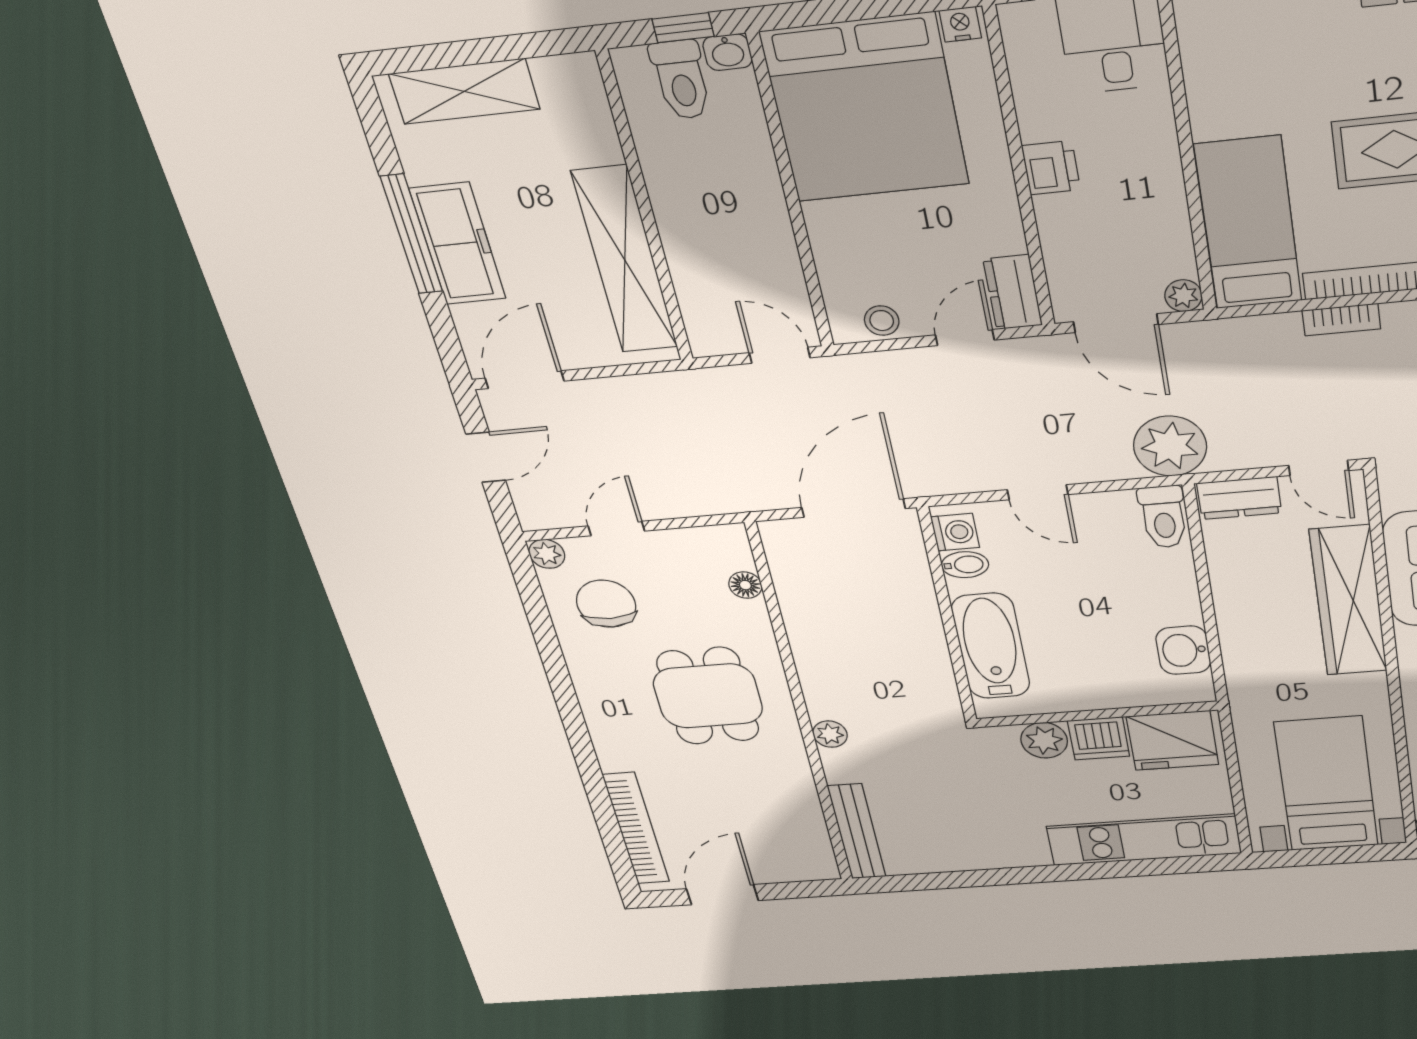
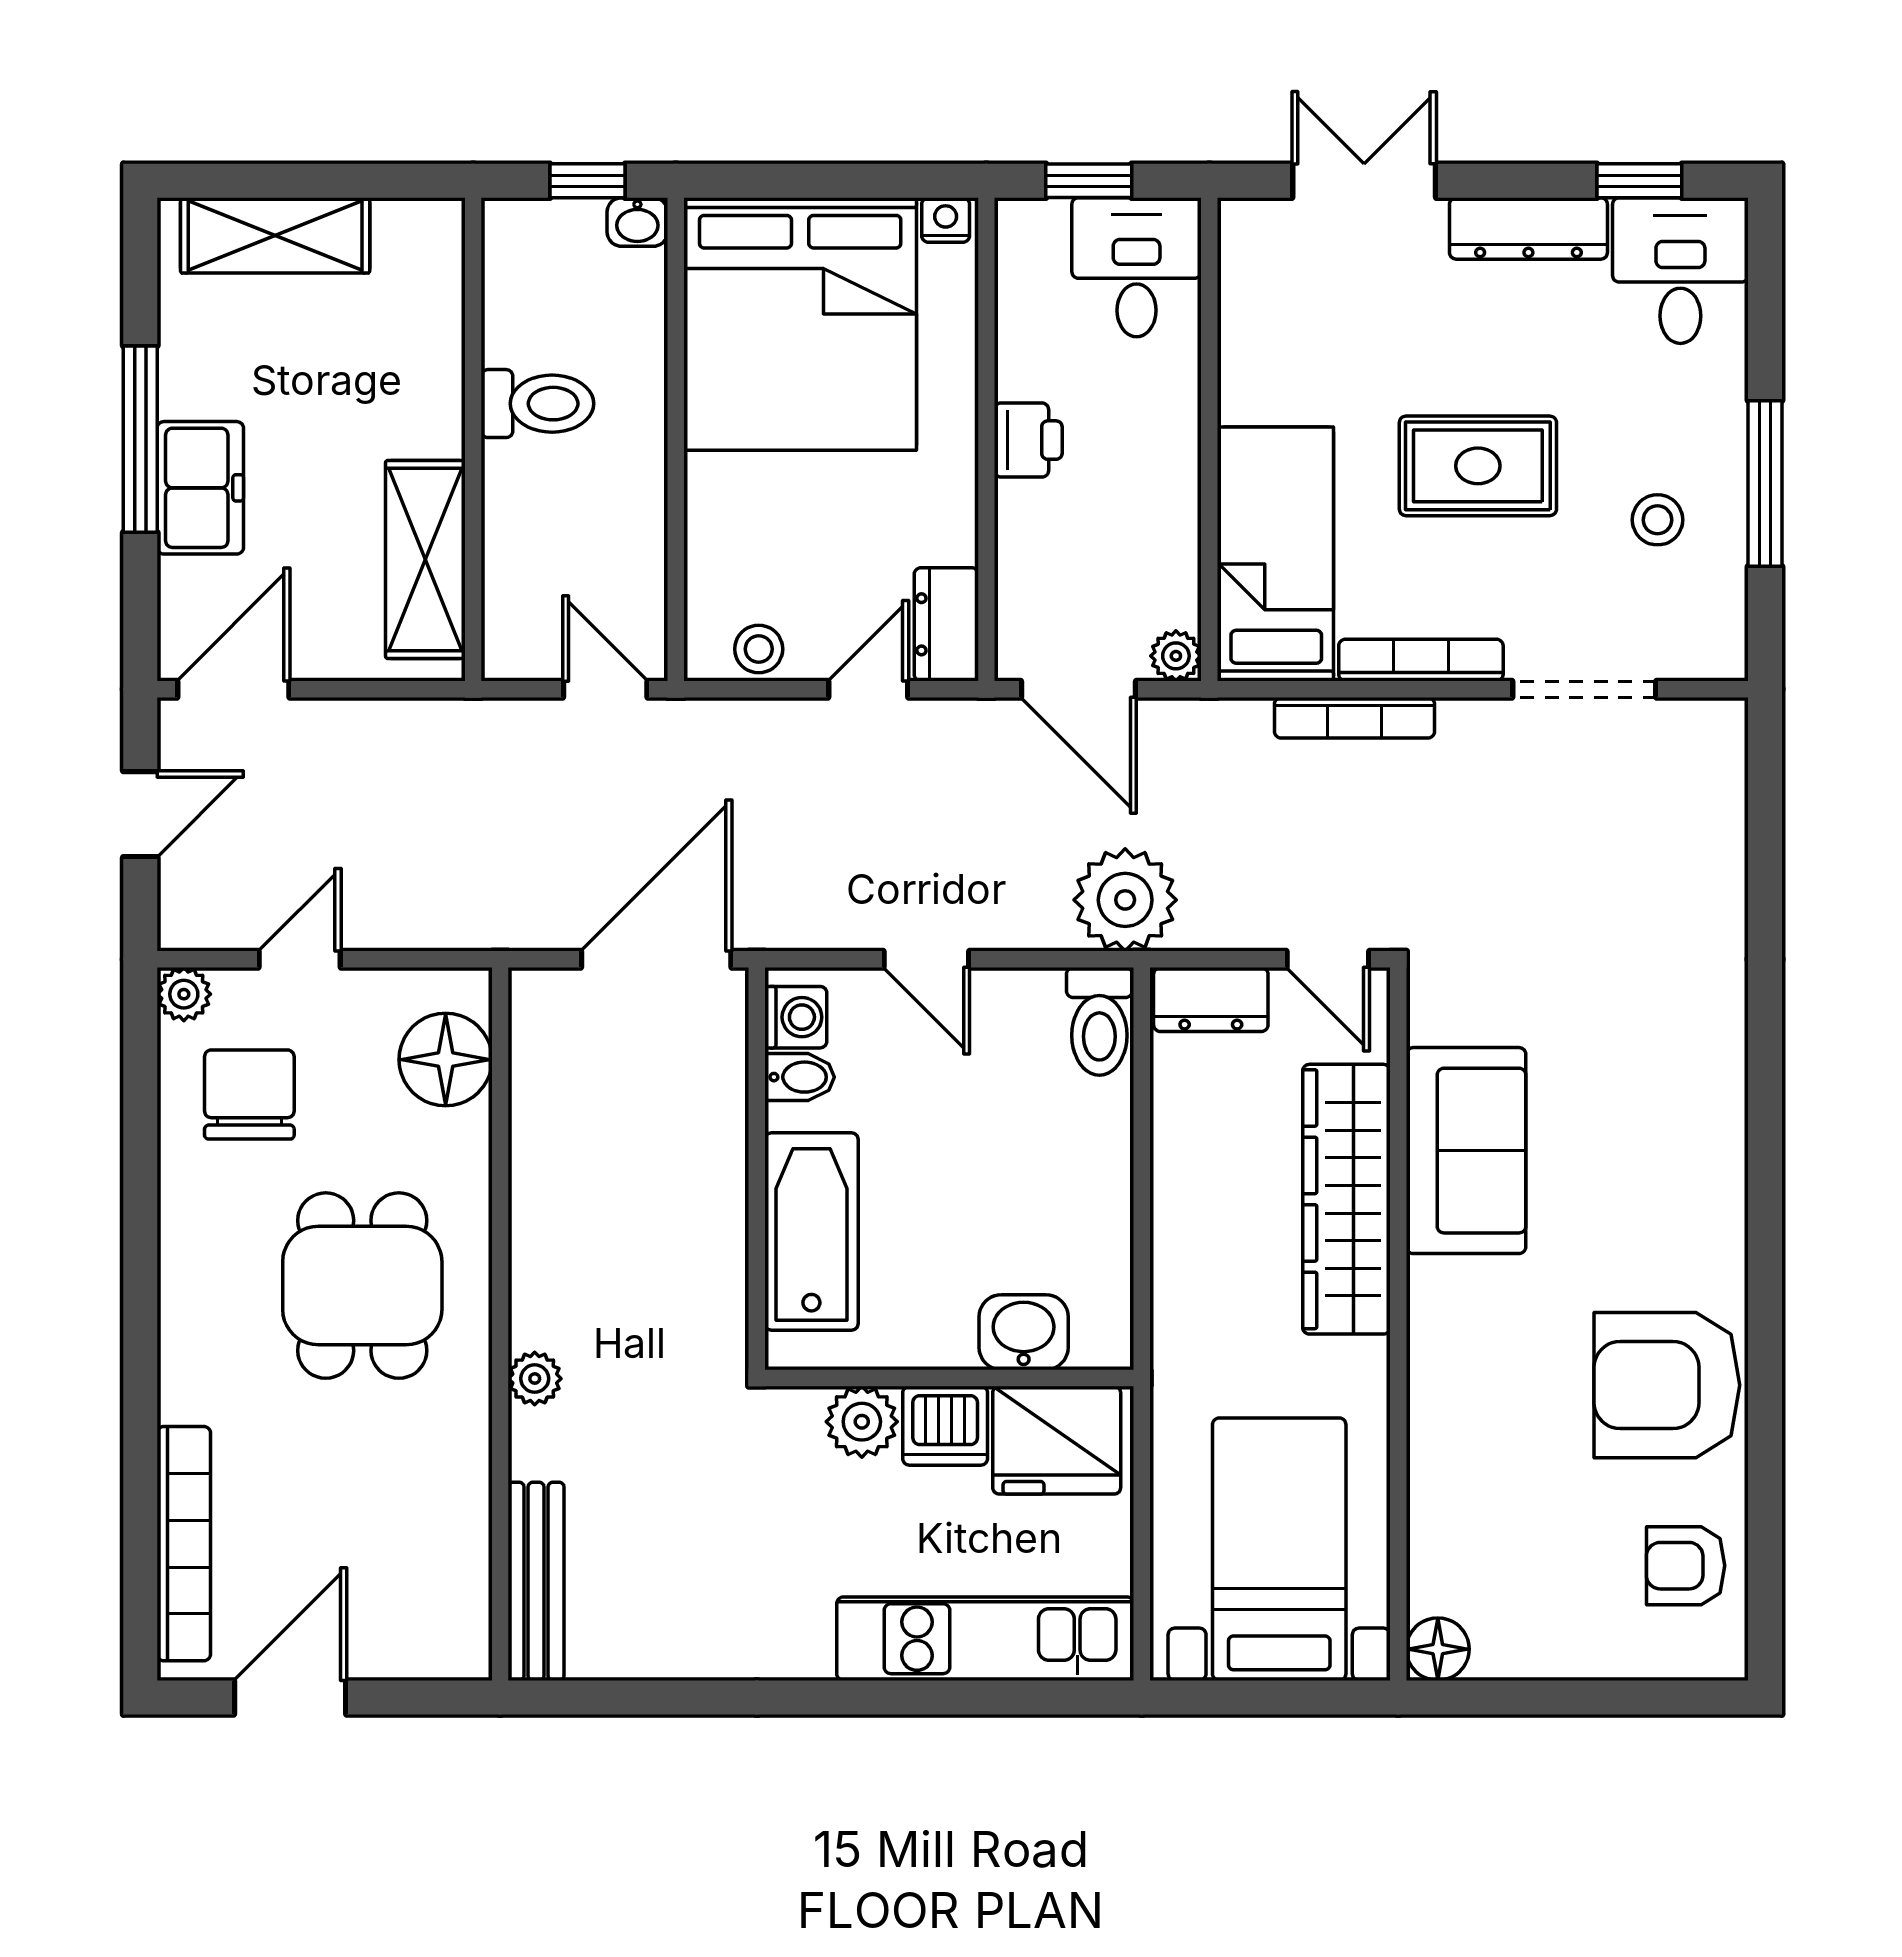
toilet: (681, 80) -> (537, 404), moved, turned -90
freezer: (458, 244) -> (200, 488), width x0.71
shelving: (625, 260) -> (425, 560), width x0.68
bookcase: (1341, 320) -> (1354, 718), width x1.56
floor lamp: (745, 585) -> (446, 1060), width x1.89, depth x1.89
washbasin: (1183, 650) -> (1024, 1332), moved, turned 90

